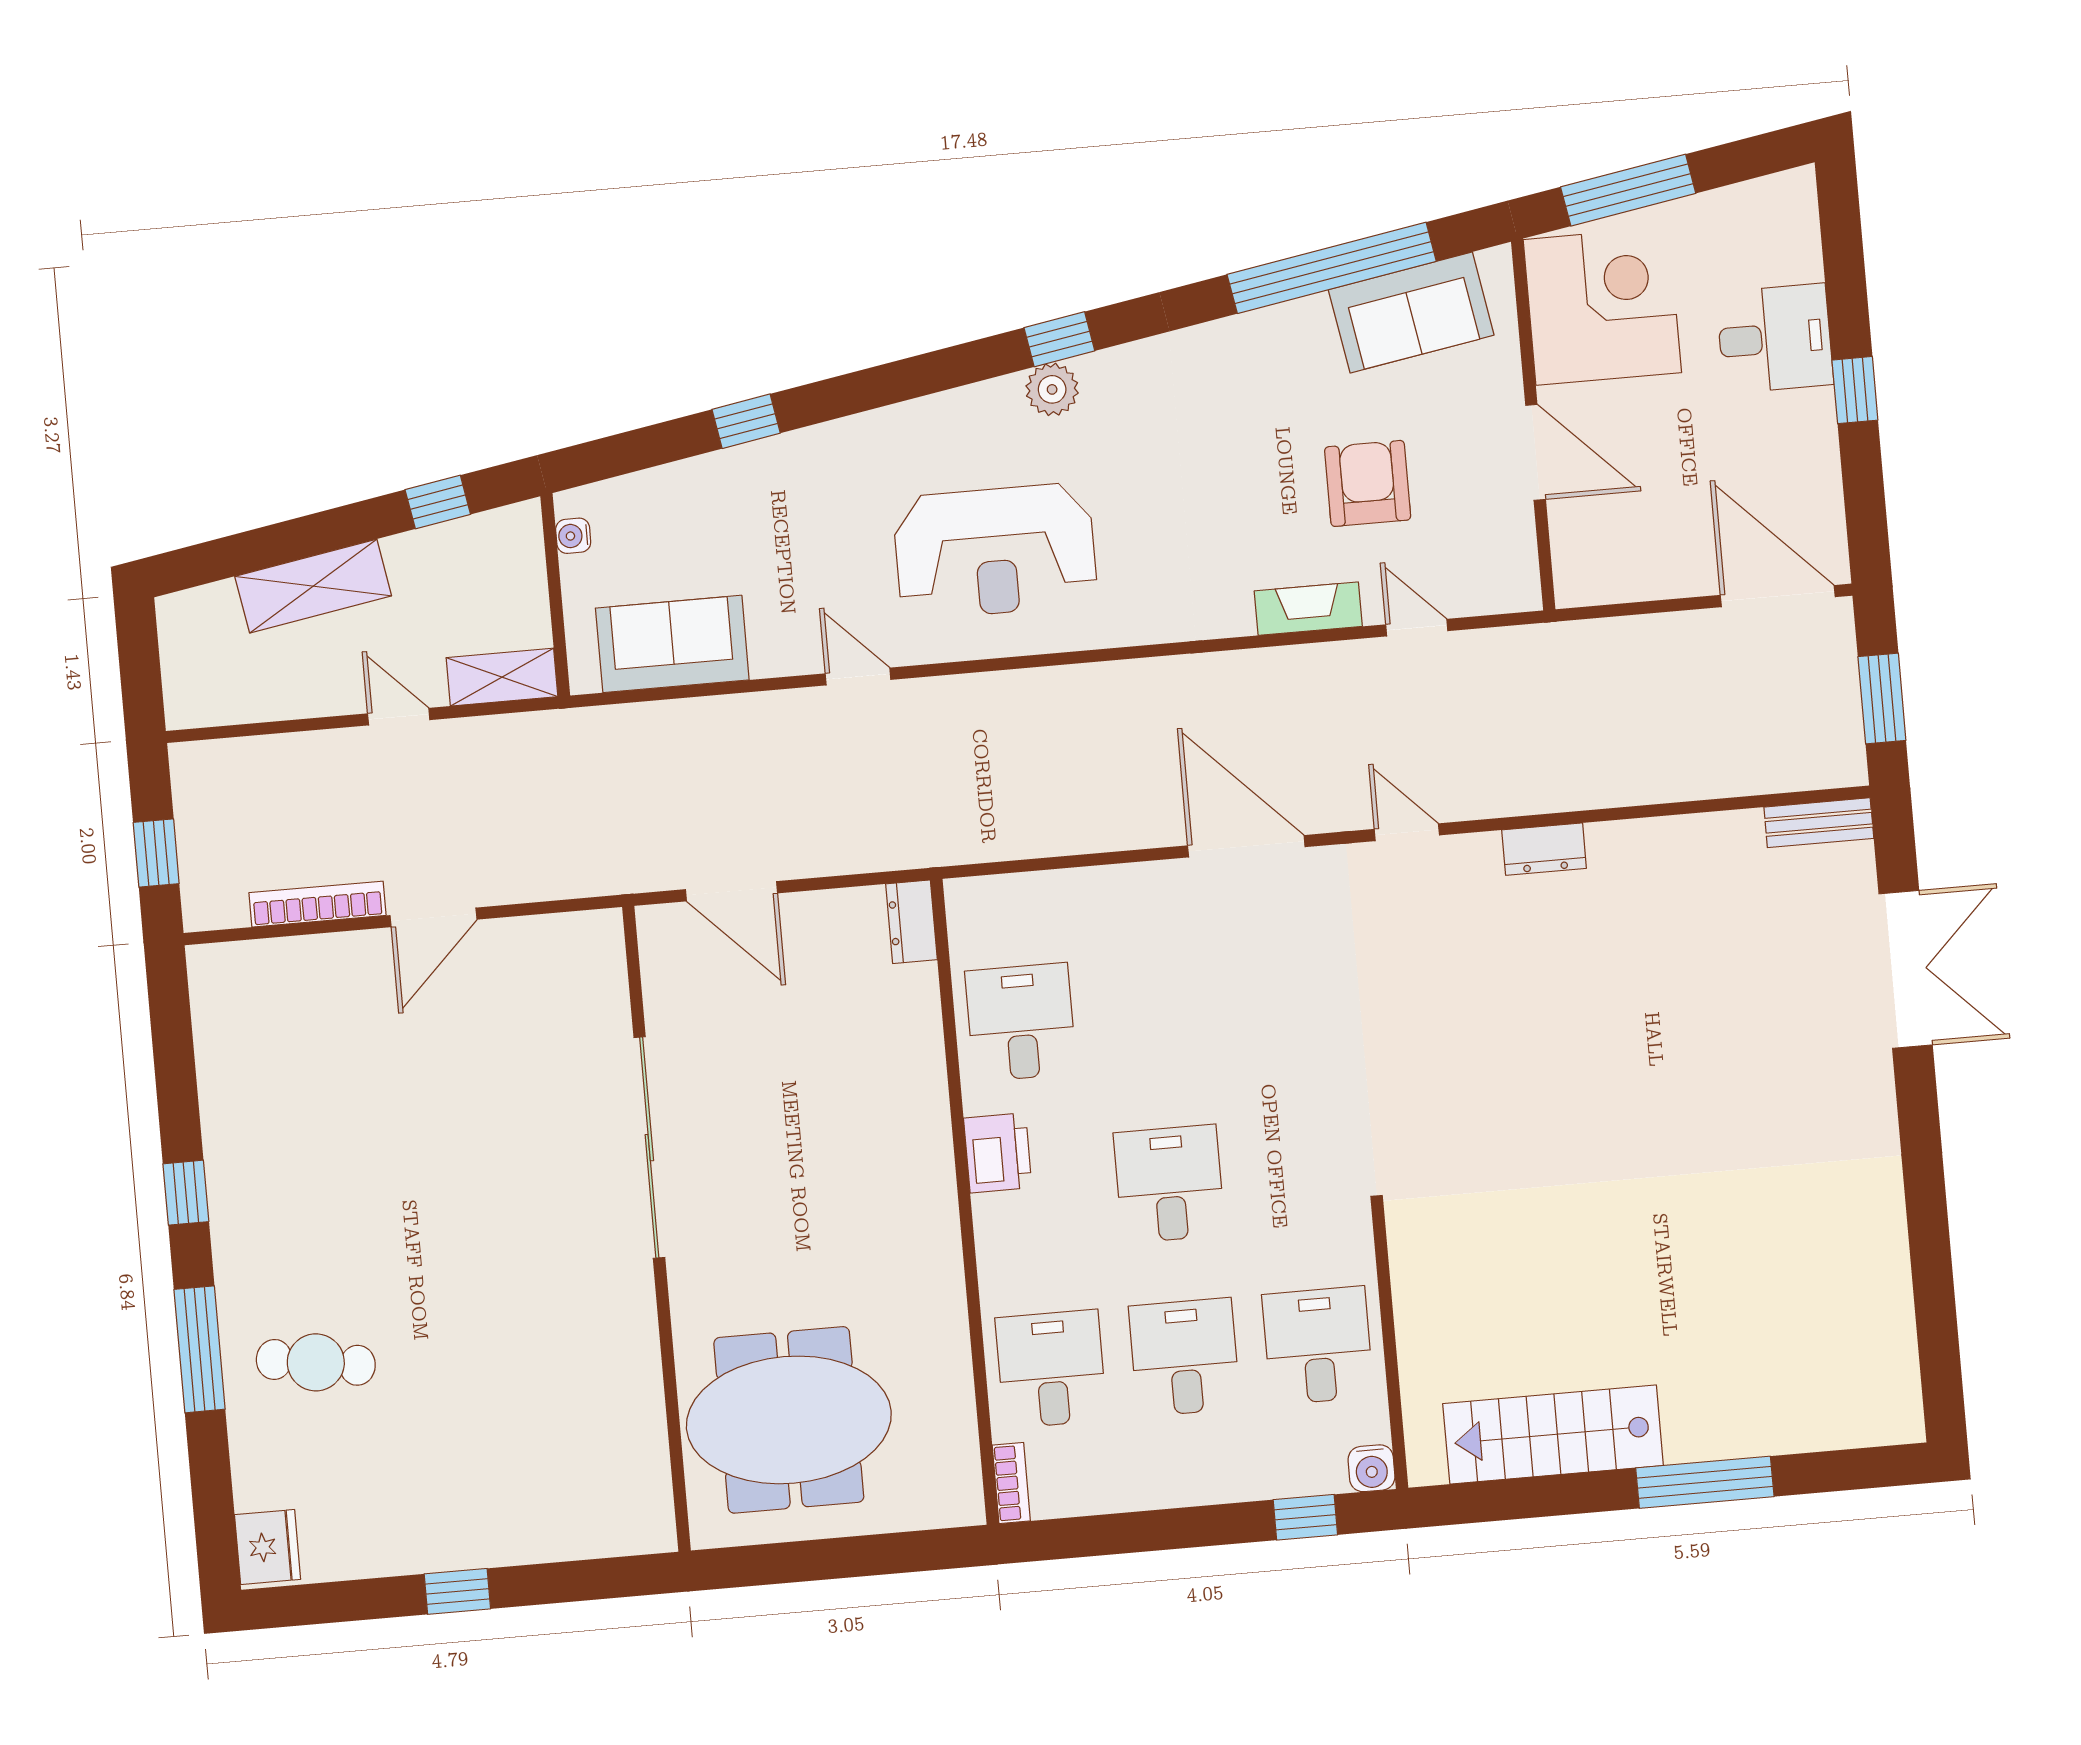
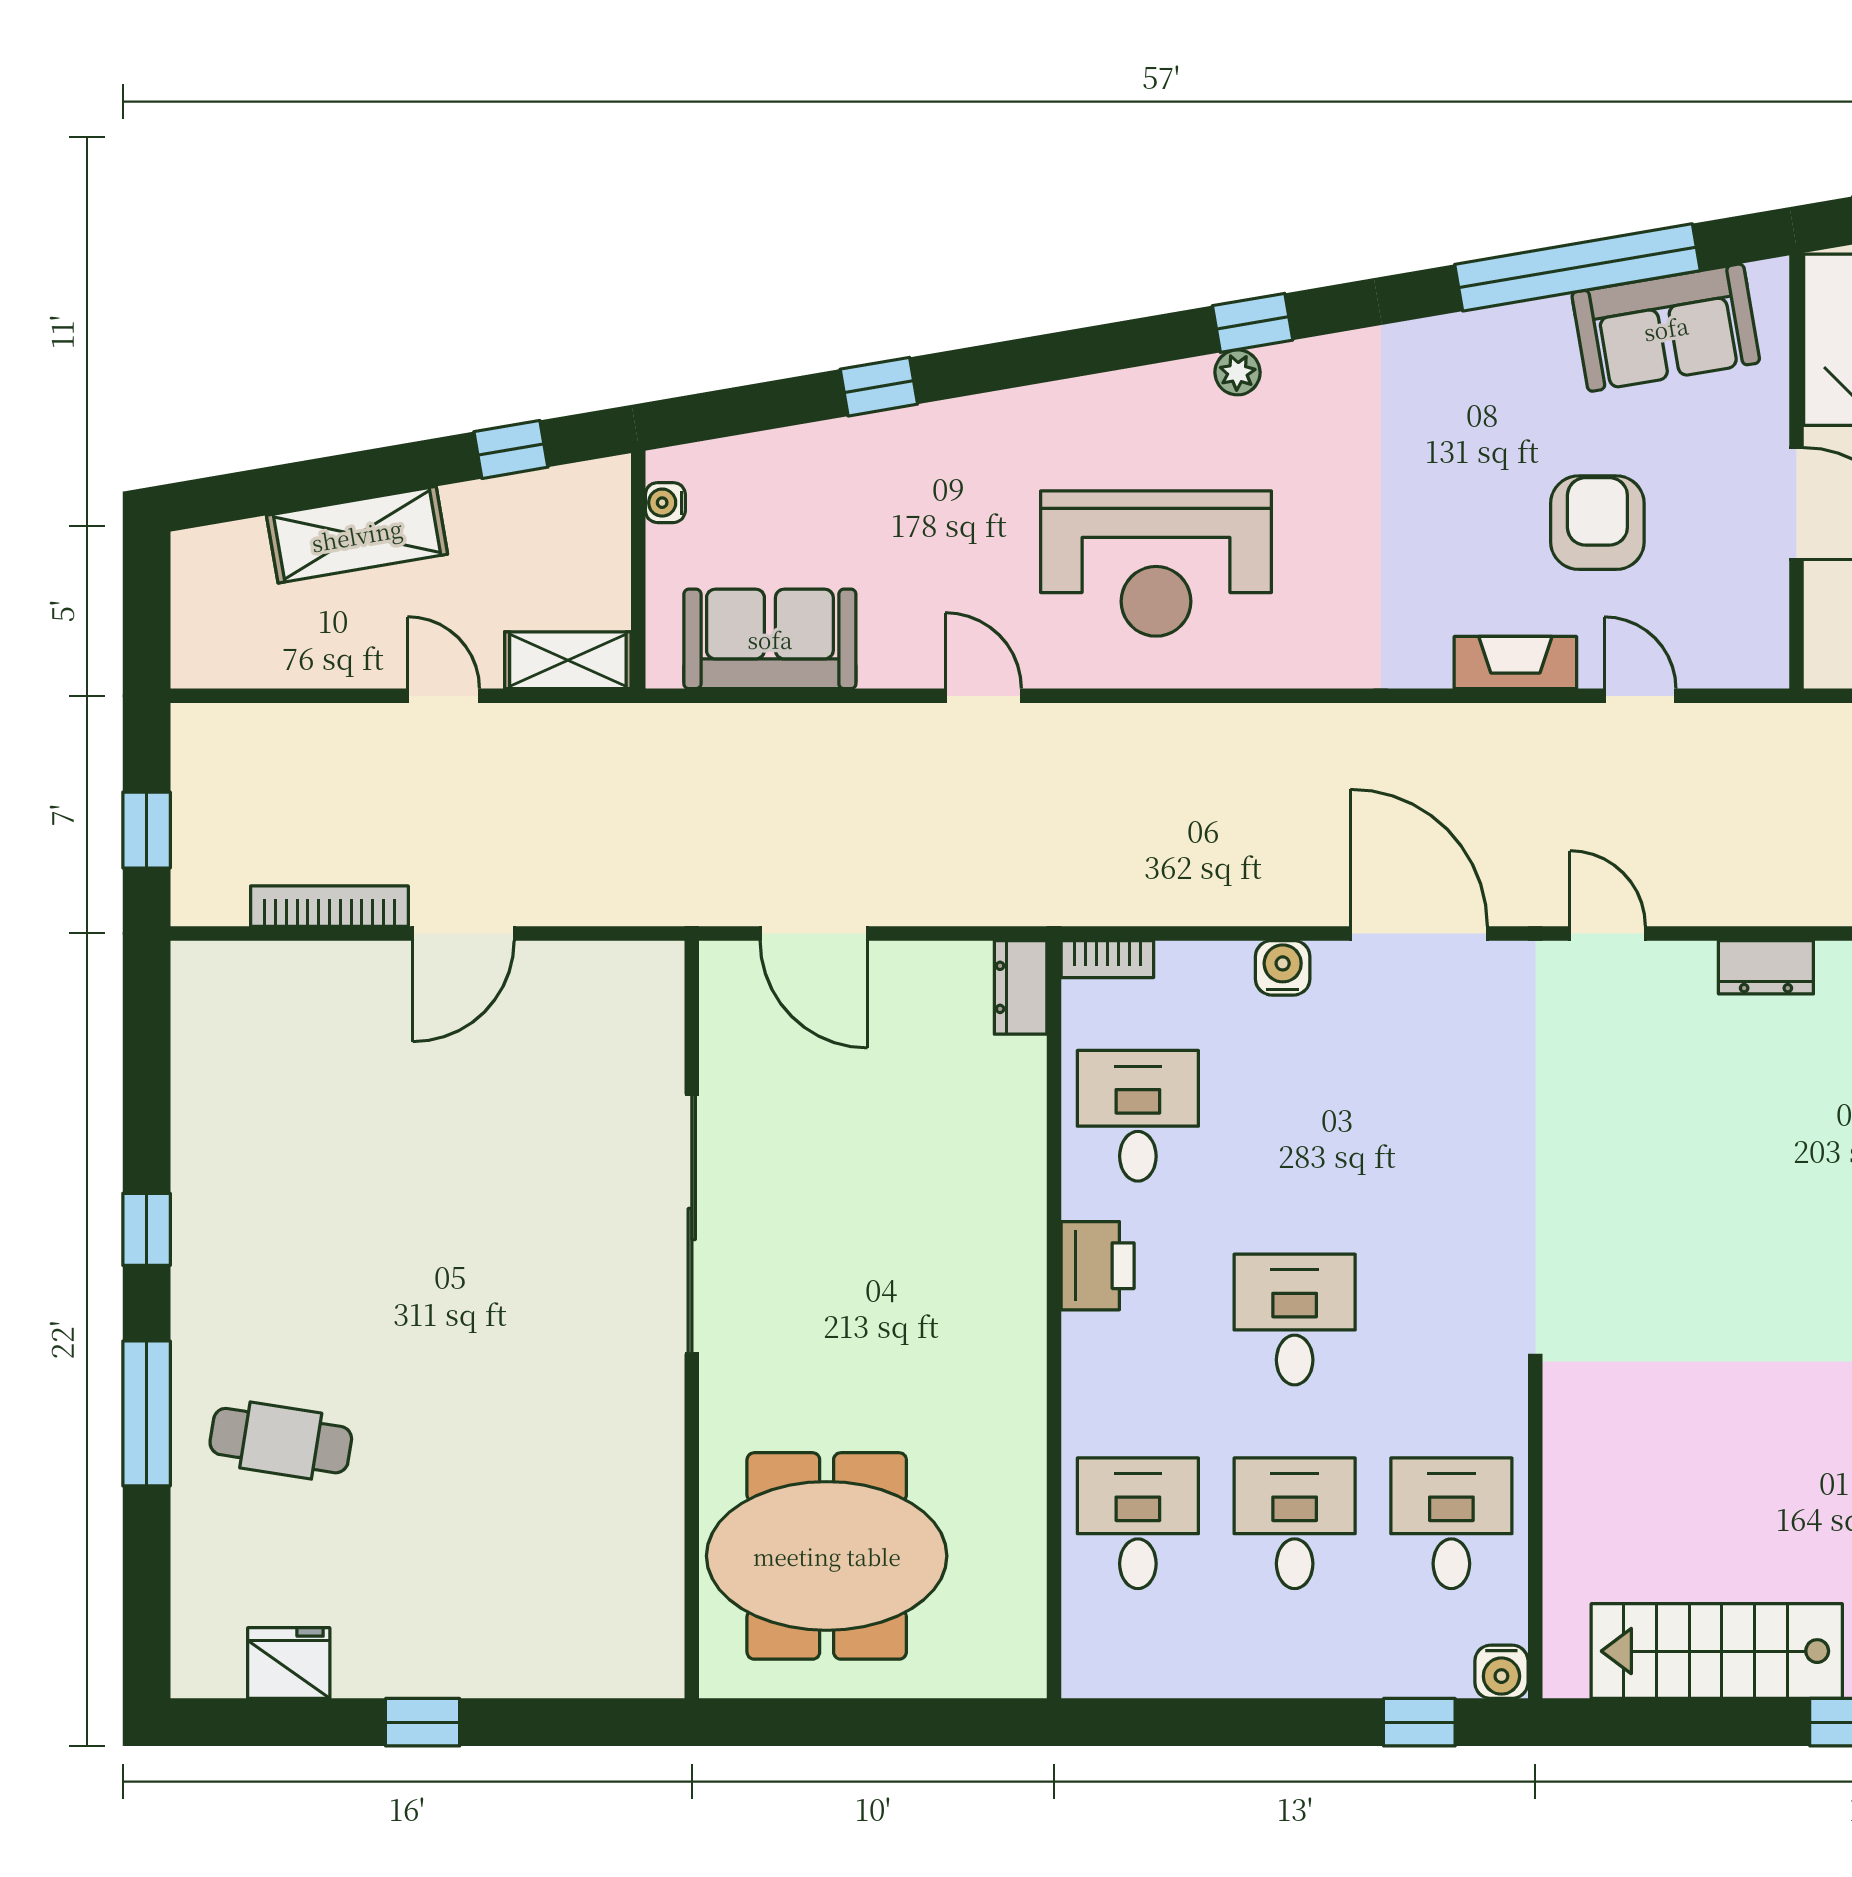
plant: (1052, 389) -> (1238, 372), width x0.73, depth x0.73
water cooler: (1133, 886) -> (1283, 968), added
bookcase: (1011, 1483) -> (1107, 959), moved, turned 90
fridge: (268, 1547) -> (289, 1663), moved, turned -90

